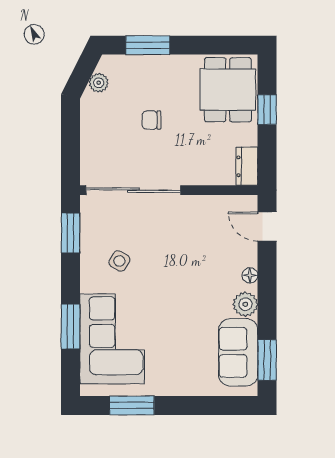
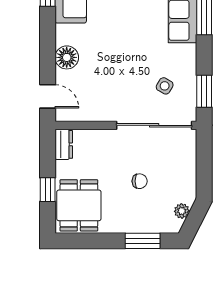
side table: (119, 261) -> (165, 86), moved
floor lamp: (250, 275) -> (67, 57), width x1.89, depth x1.89
plant: (245, 304) -> (65, 34), removed

